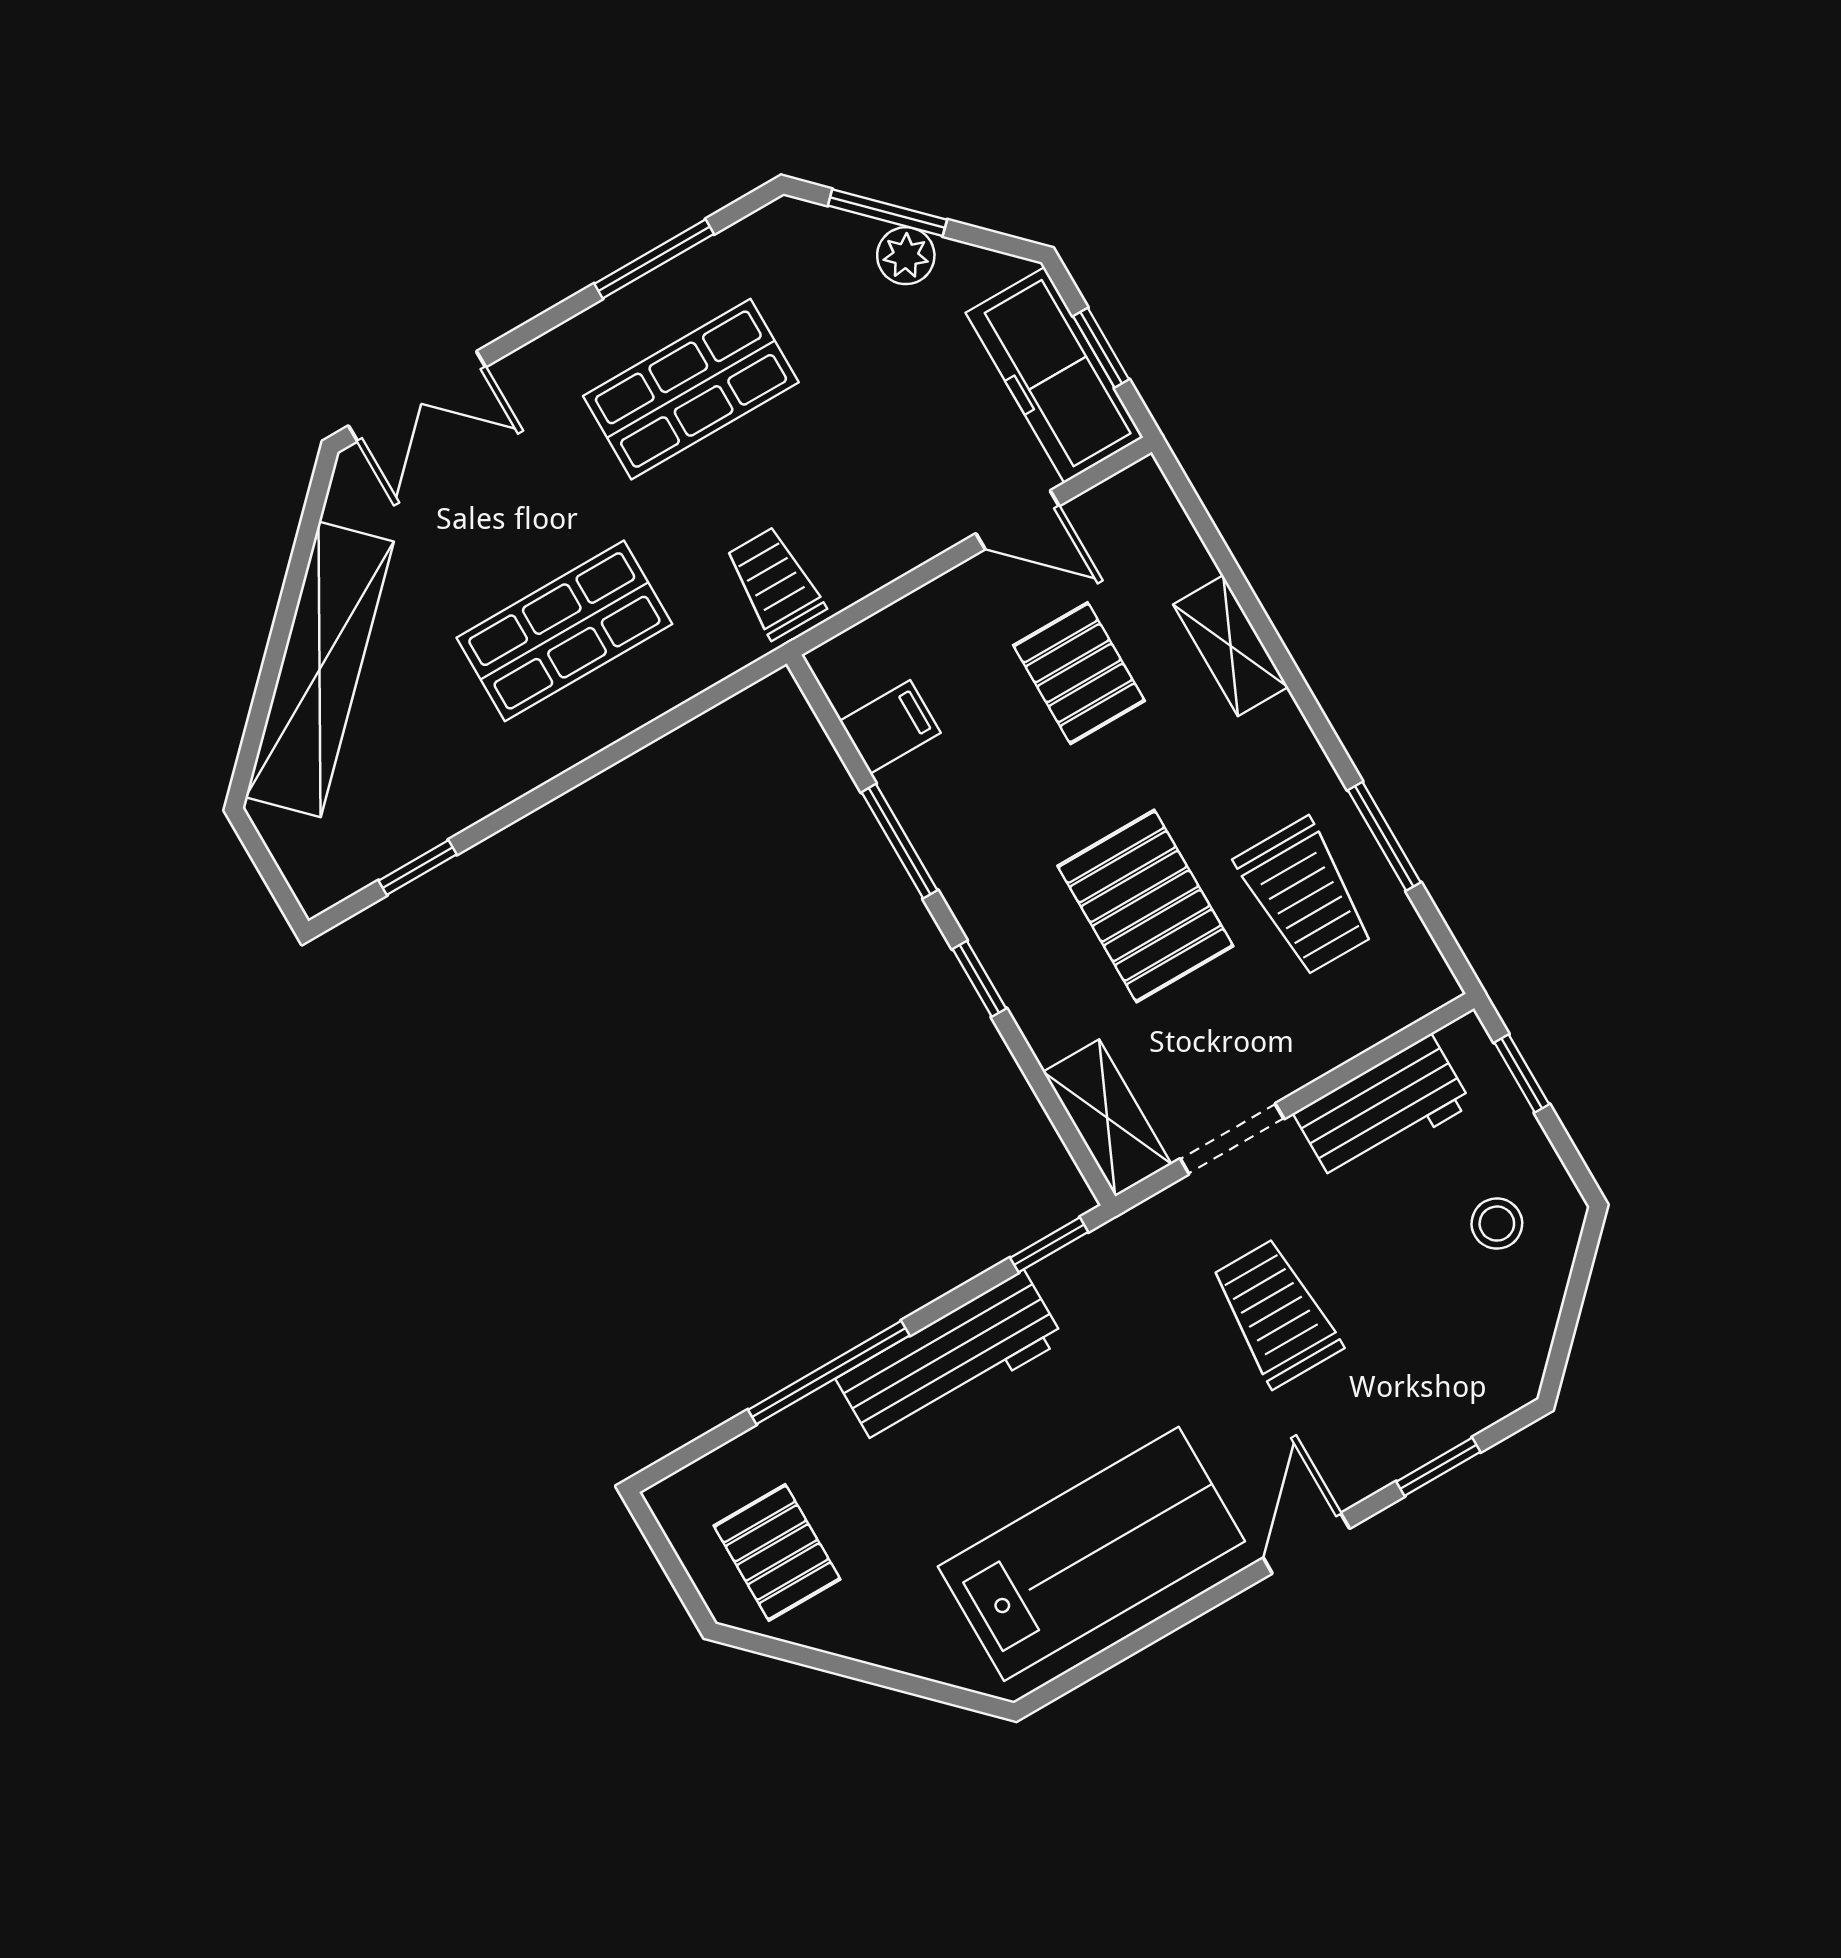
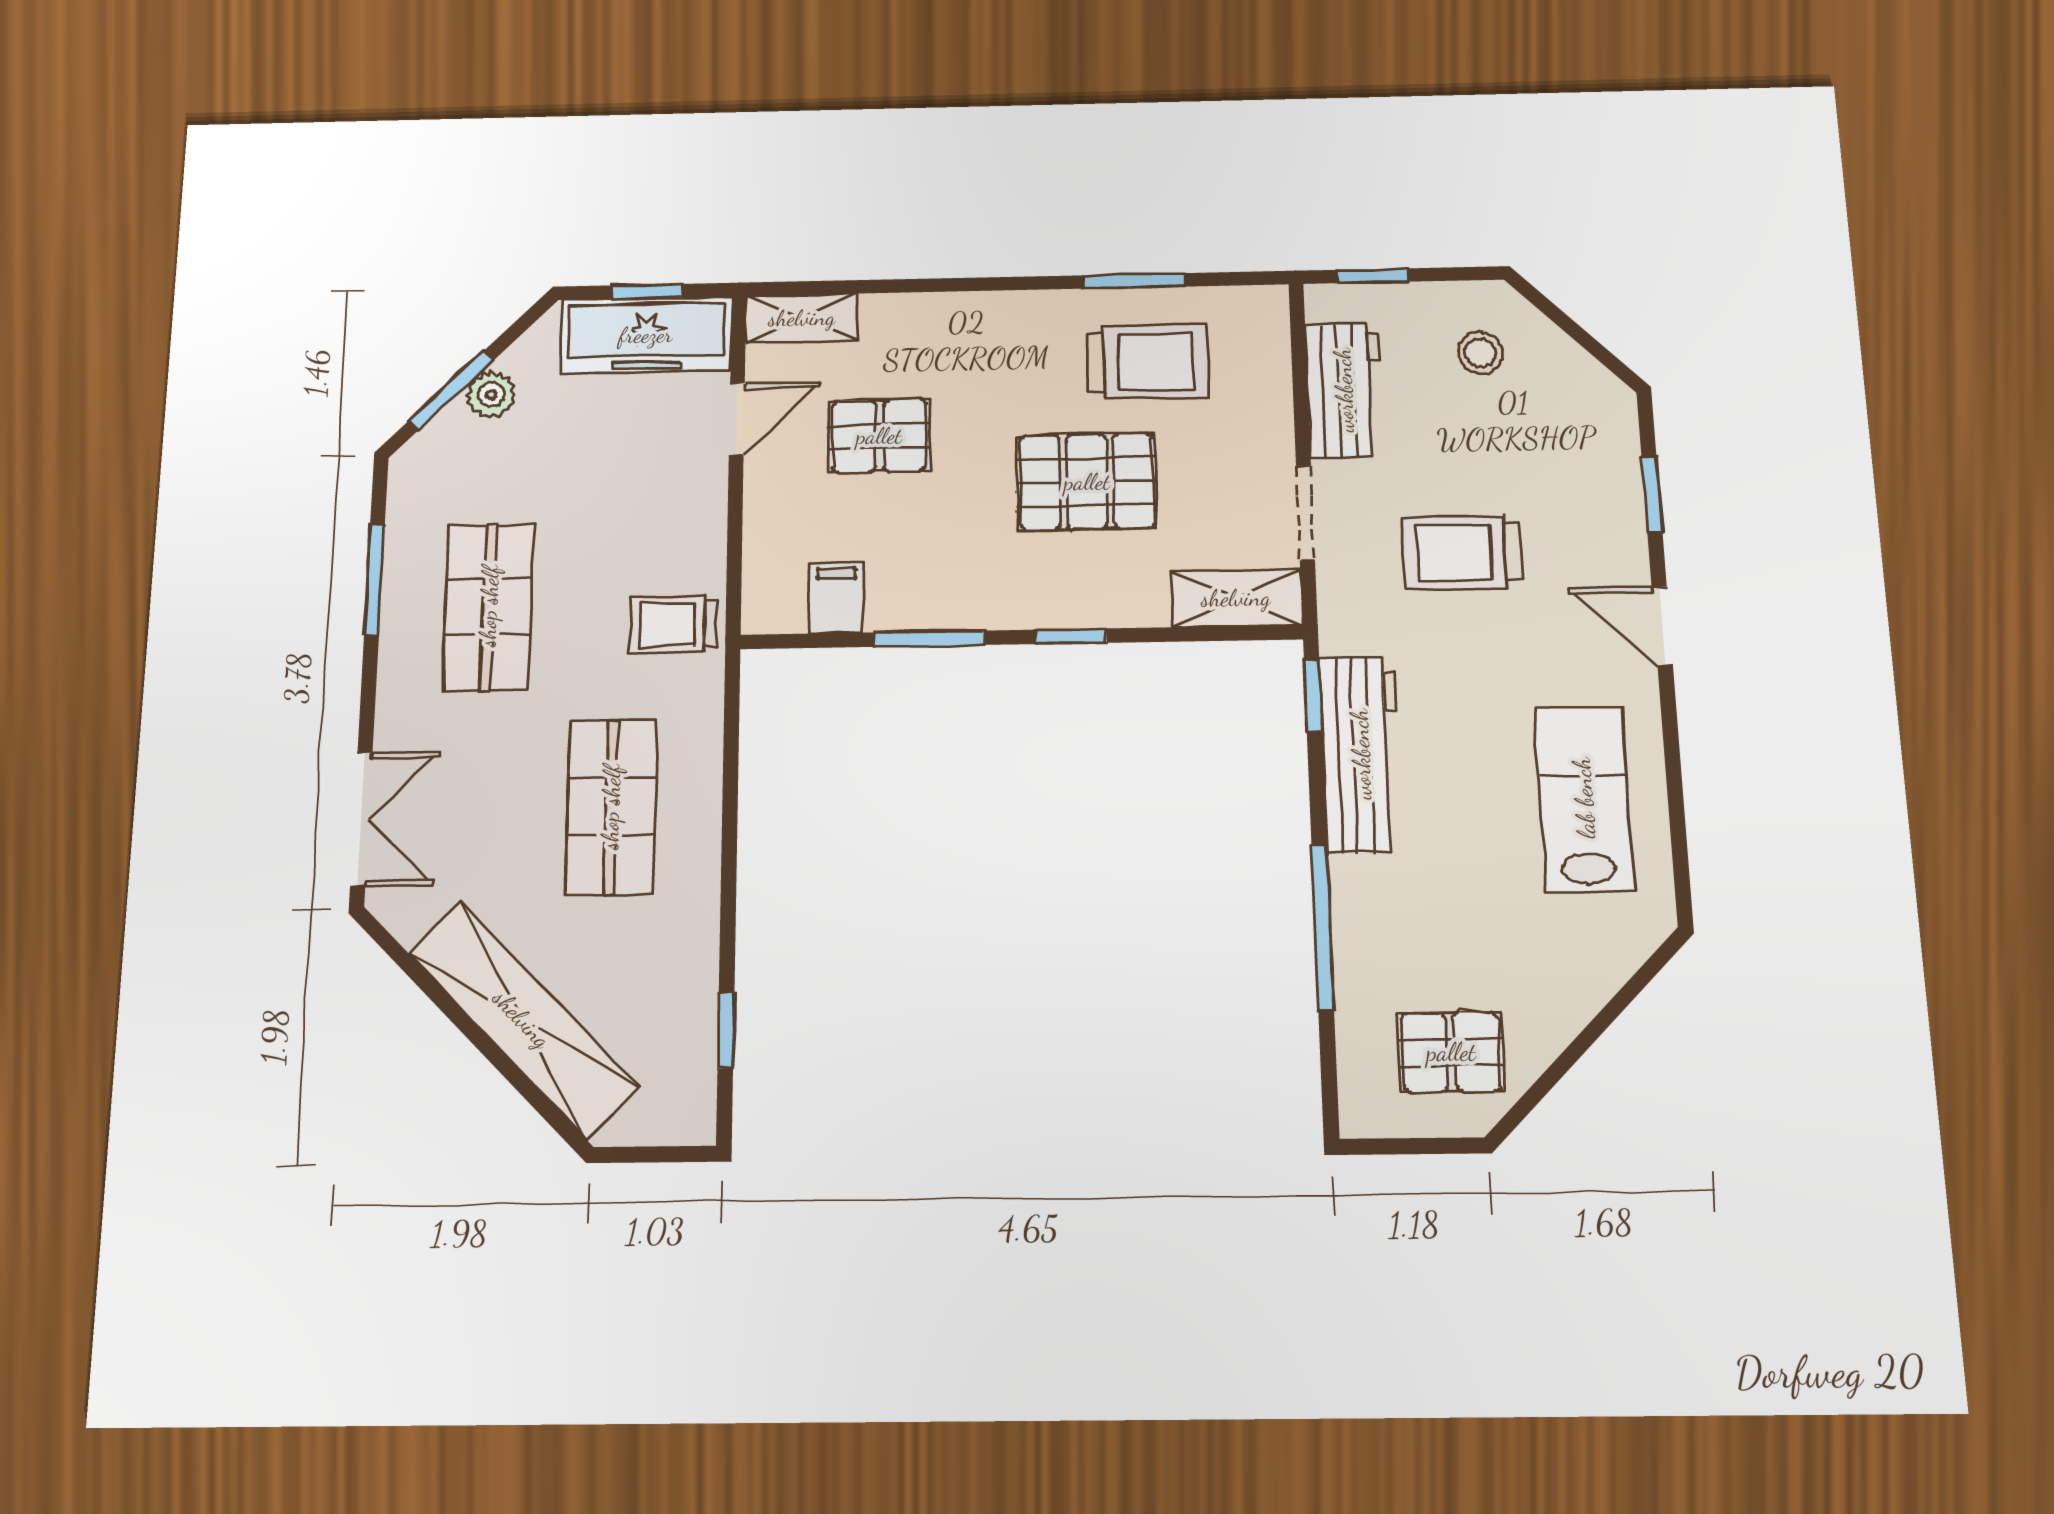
shelving: (1231, 646) -> (802, 318), moved
workbench: (950, 1359) -> (1361, 754), moved
lab bench: (1091, 1554) -> (1584, 798), width x0.73, depth x0.72

